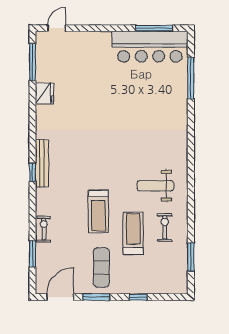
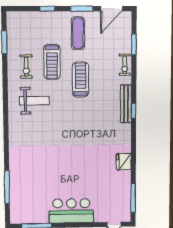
bar counter: (150, 47) -> (71, 211), moved, width x0.73
fridge: (45, 93) -> (124, 161), moved
bench: (42, 163) -> (126, 104), moved

